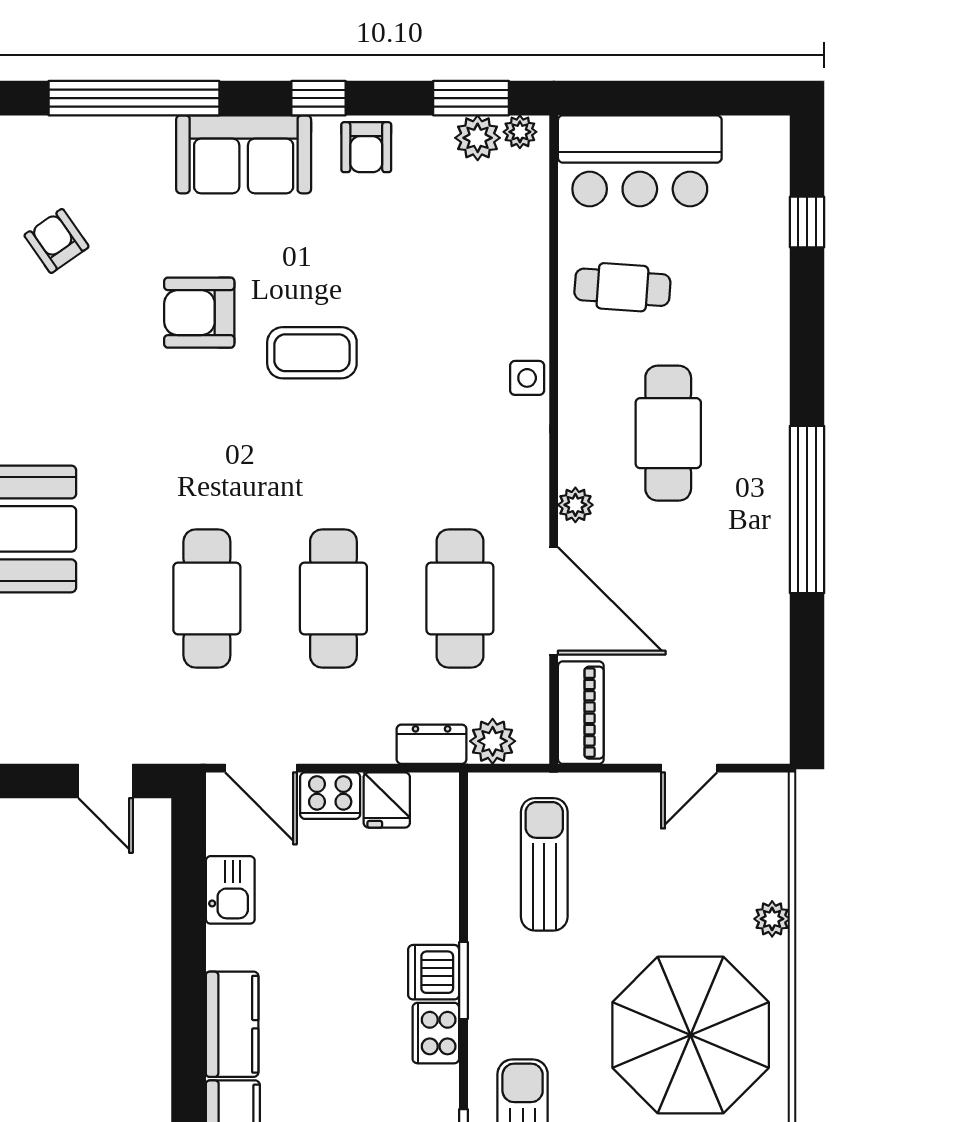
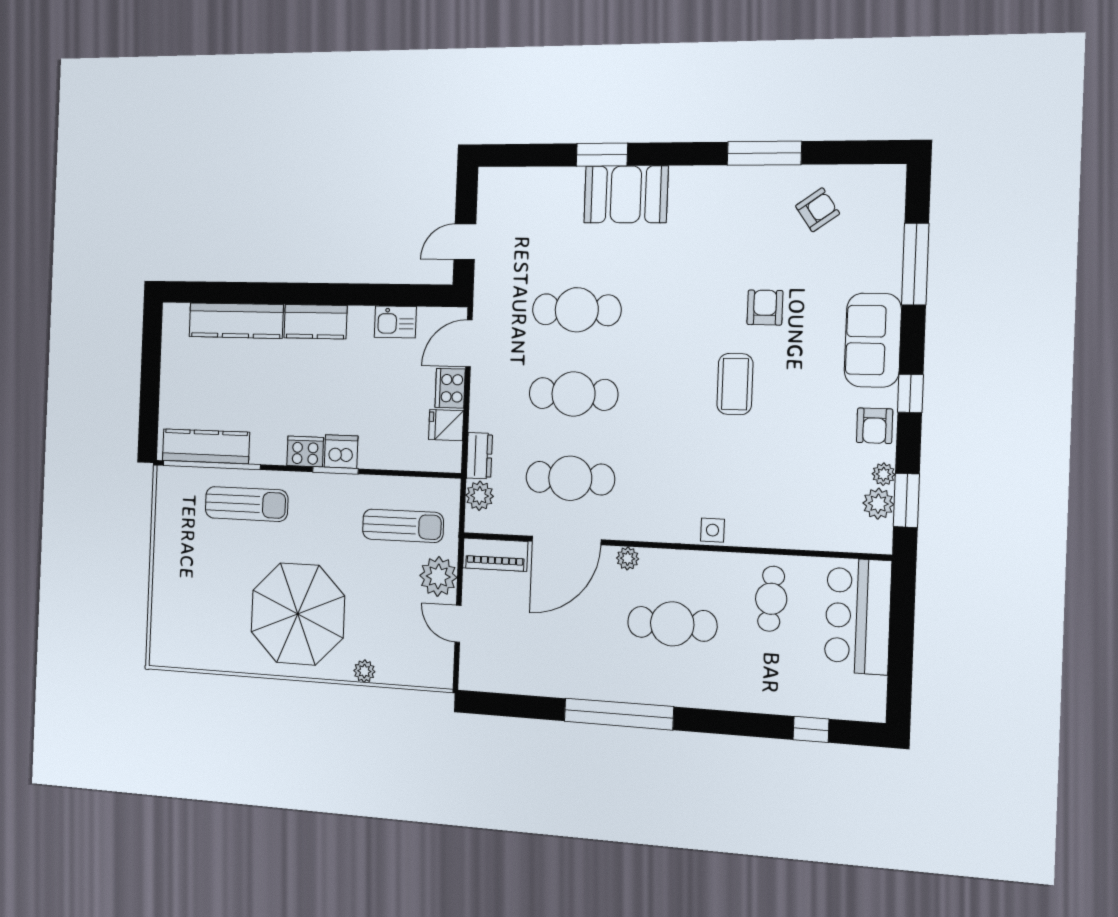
window: (134, 98) -> (915, 264), width x0.68
plant: (520, 132) -> (884, 474), moved
armchair: (366, 147) -> (875, 426), turned -90
armchair: (199, 313) -> (765, 308), width x0.72, depth x0.72
plant: (619, 803) -> (438, 576), added

